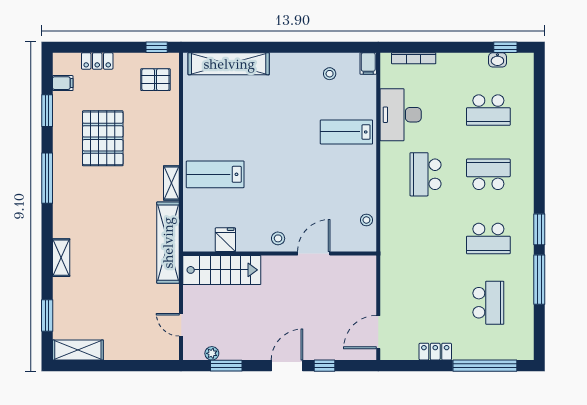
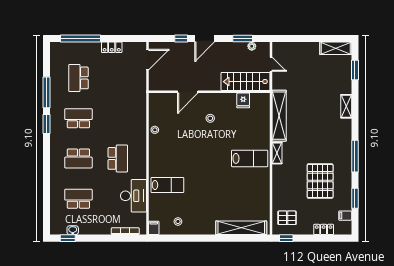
fridge: (225, 240) -> (243, 100), moved
wall: (280, 253) -> (209, 92), moved
door: (314, 253) -> (188, 92), moved
stairs: (222, 270) -> (246, 82), moved

